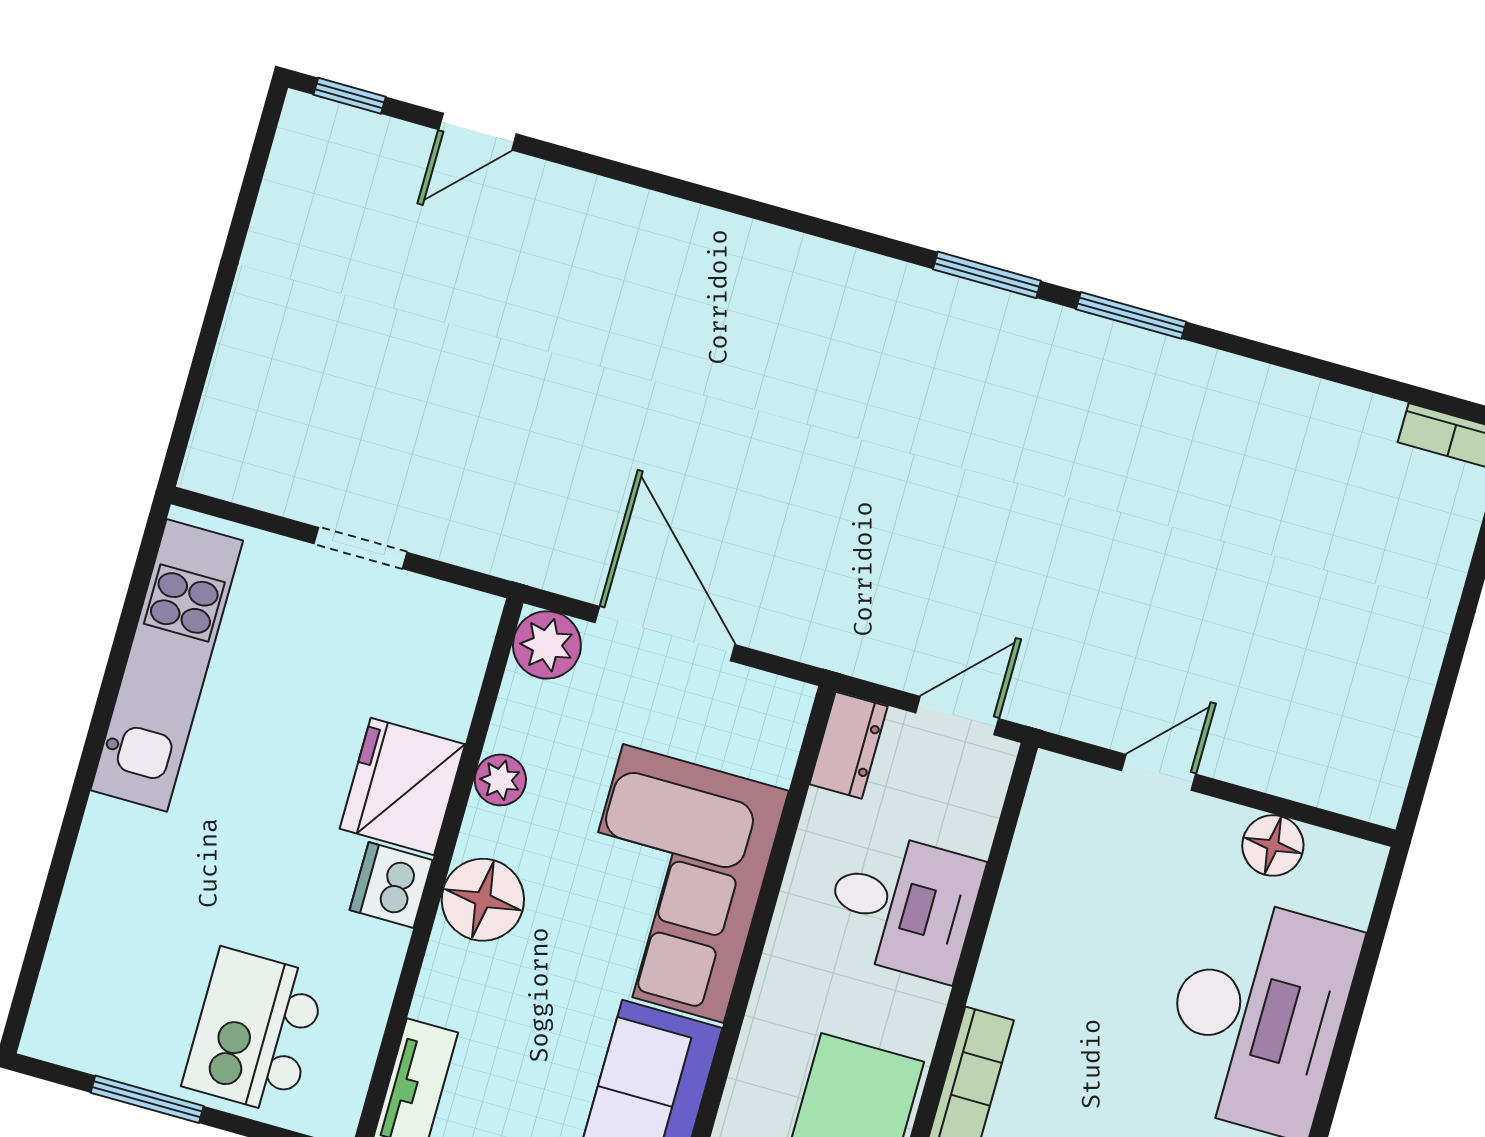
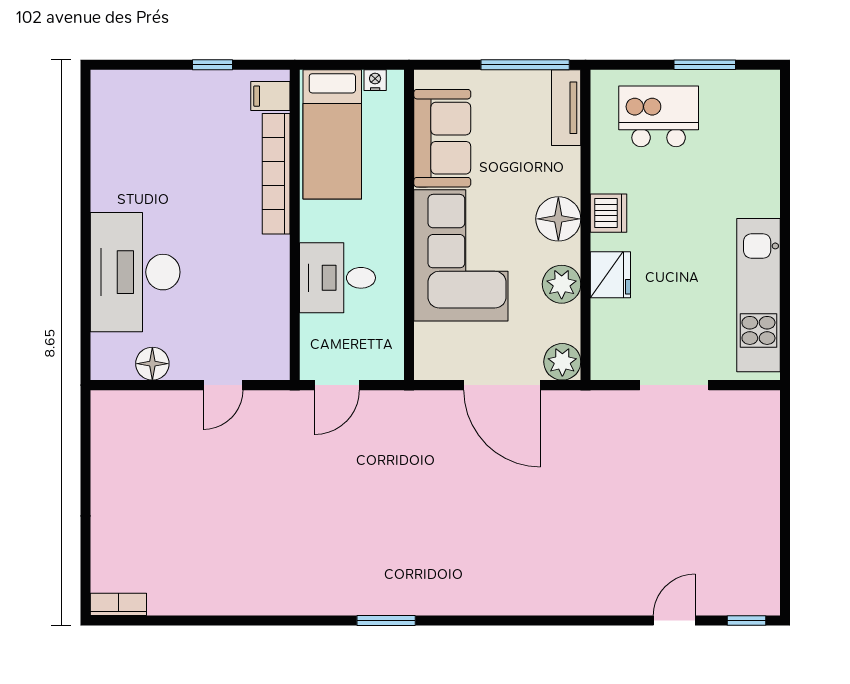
window: (1131, 315) -> (305, 620), removed
doorway: (360, 548) -> (674, 385), width x1.38
dresser: (849, 745) -> (389, 354), removed
plant: (500, 780) -> (562, 284), width x1.38, depth x1.38
fridge: (402, 786) -> (610, 275), width x0.73, depth x0.75
kitchen island: (255, 1031) -> (659, 116), turned -90

